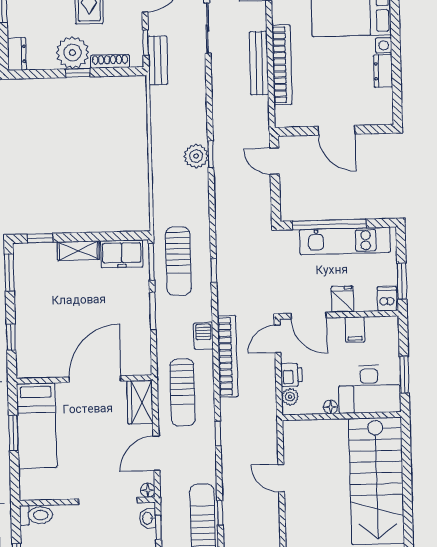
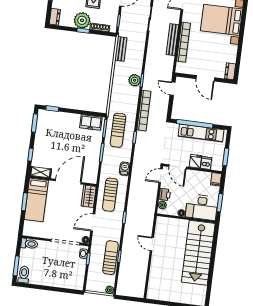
bench: (158, 60) -> (121, 49), moved
dresser: (383, 71) -> (230, 71), moved
shelving: (78, 251) -> (41, 172), moved
dishwasher: (387, 299) -> (206, 163), moved
filing cabinet: (355, 330) -> (216, 179), moved
bookcase: (228, 356) -> (144, 111), moved

